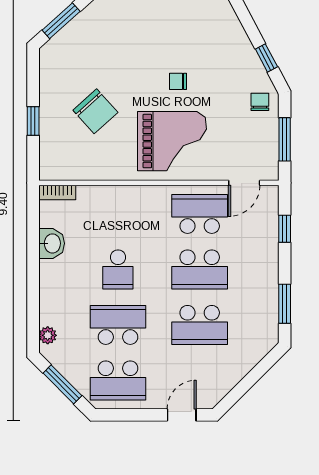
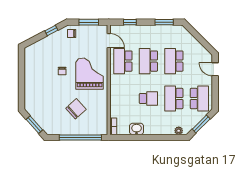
window: (33, 121) -> (80, 137), width x3.17
school desk: (200, 269) -> (148, 61), turned 180
school desk: (200, 325) -> (174, 61), turned 180

